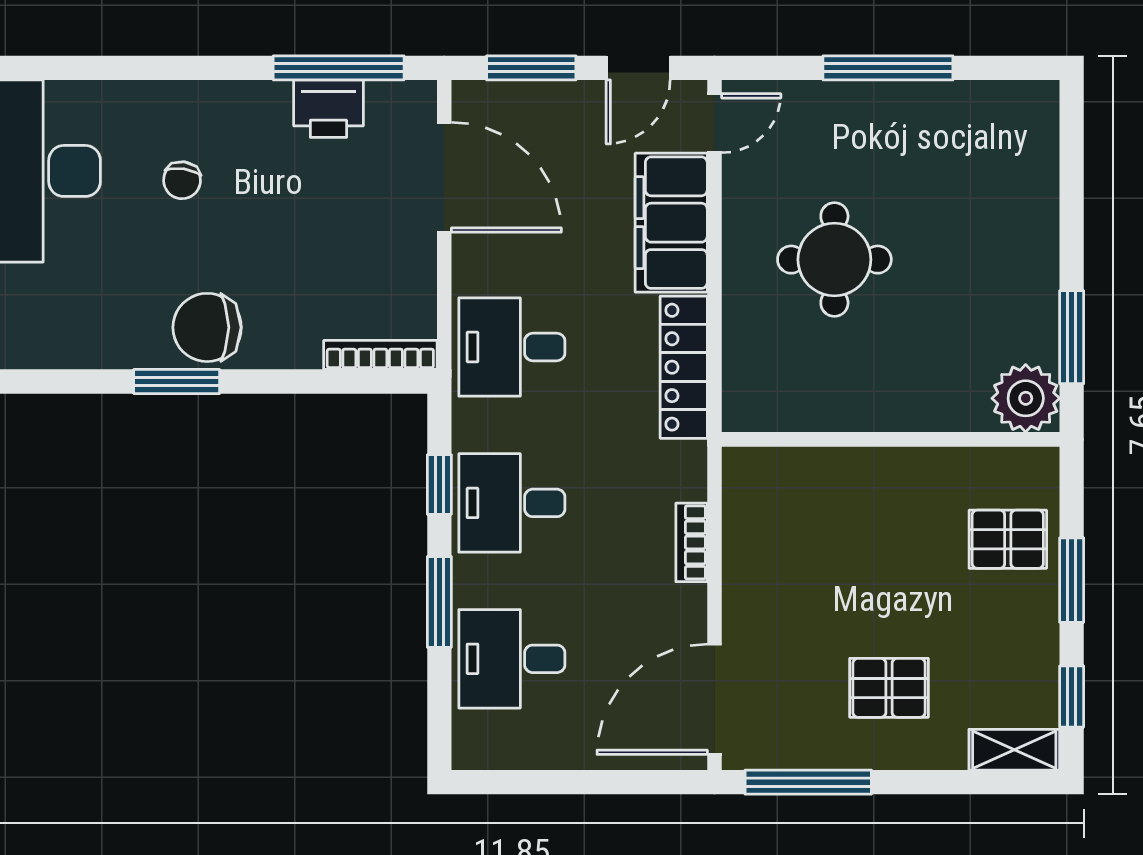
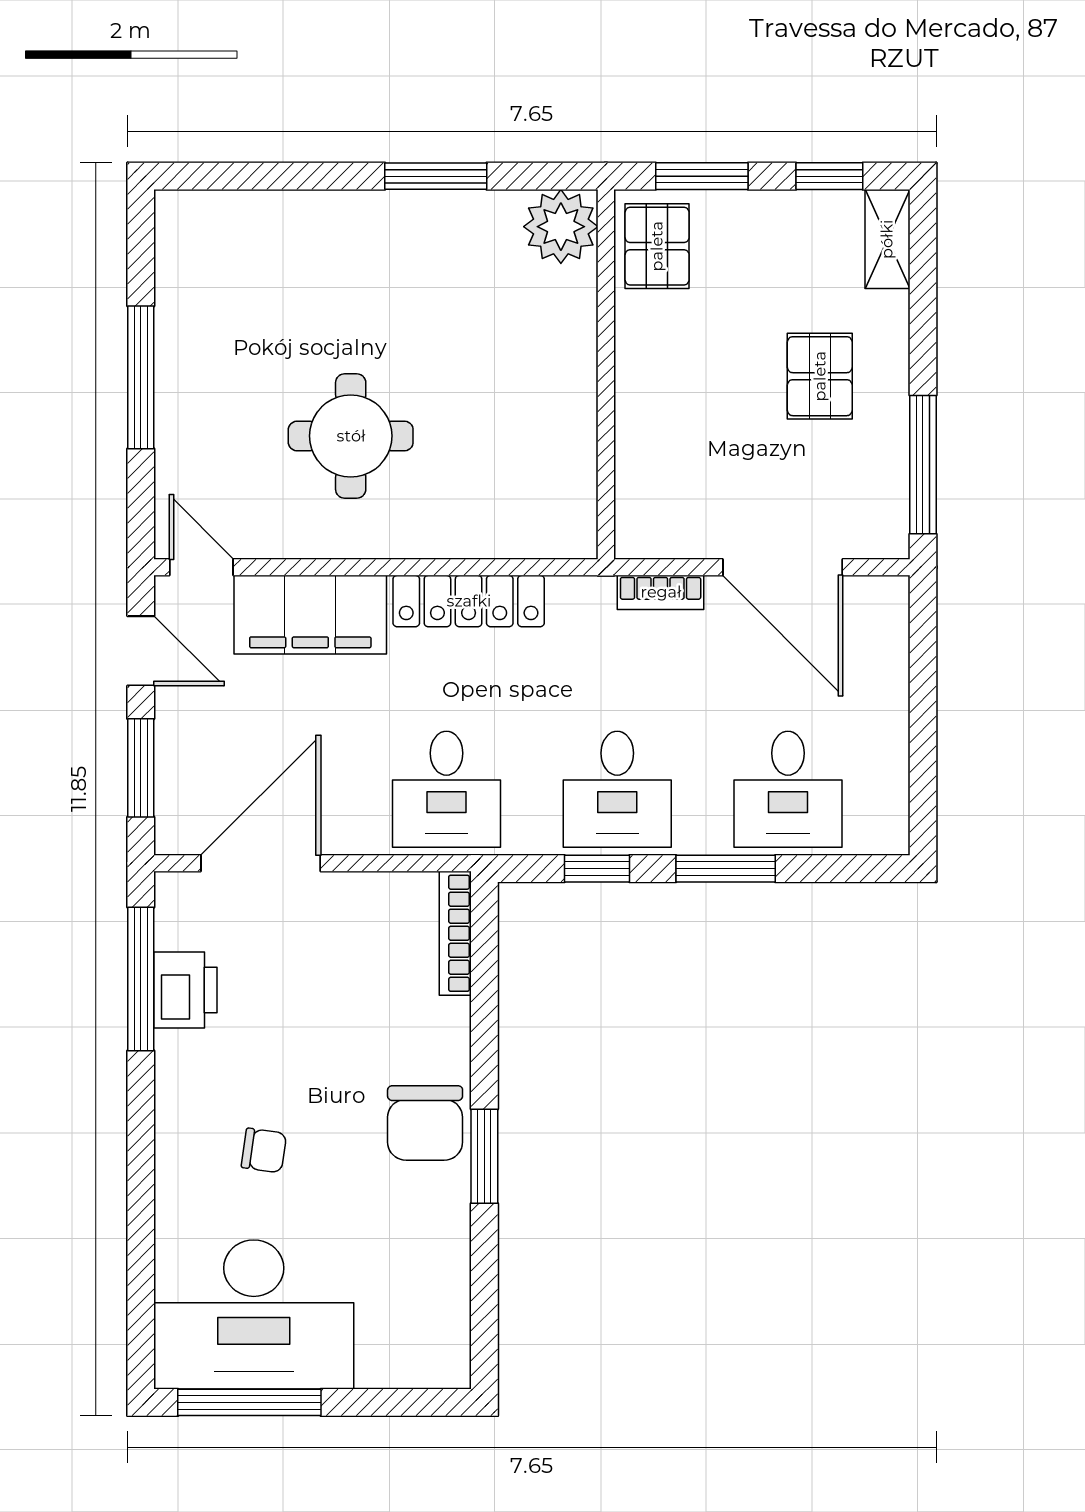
plant: (1026, 398) -> (561, 227), moved
wall: (891, 439) -> (606, 374), moved
door: (715, 699) -> (783, 567), moved

